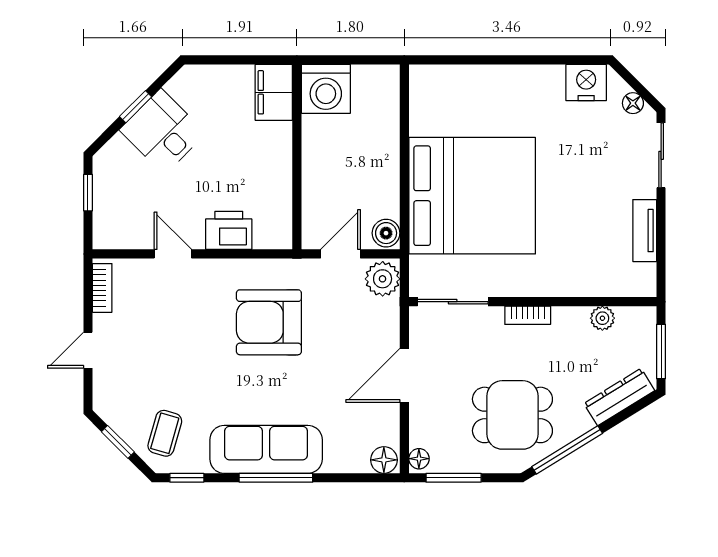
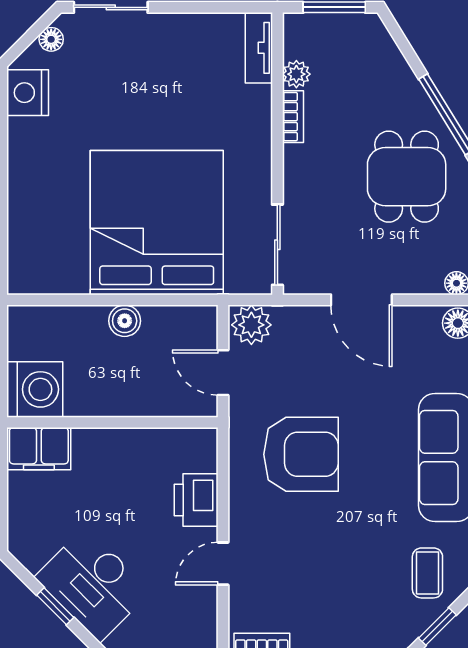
desk: (163, 132) -> (93, 584), width x1.37
tv unit: (645, 231) -> (259, 48), moved, turned 90
boiler: (386, 233) -> (125, 321), moved
bookcase: (528, 315) -> (293, 117), moved
armchair: (269, 322) -> (301, 454), turned -90
dresser: (619, 397) -> (386, 55), removed
coffee table: (165, 433) -> (427, 573), turned 74

